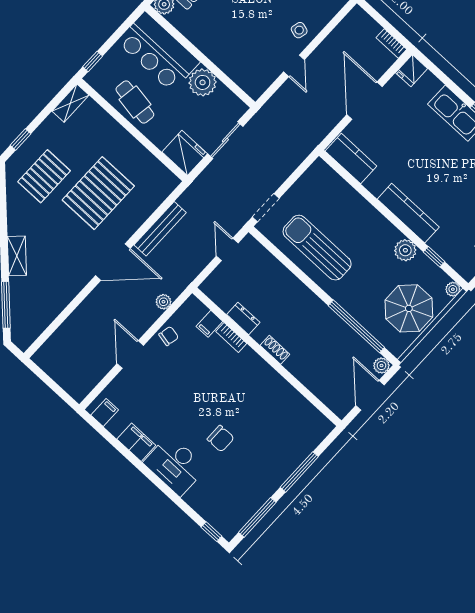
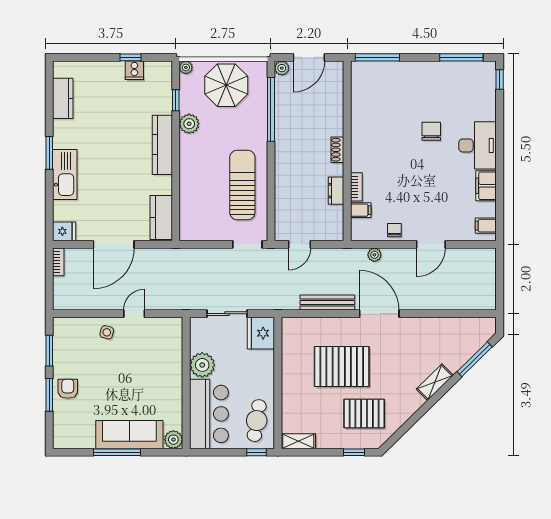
cafe table: (135, 102) -> (257, 421), moved
sun lounger: (317, 248) -> (242, 185), turned 180
chair: (169, 336) -> (394, 230), turned 78
window: (299, 472) -> (377, 57), moved

